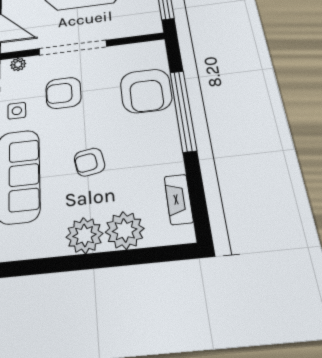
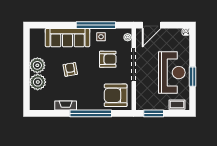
armchair: (146, 91) -> (116, 95), moved
armchair: (63, 93) -> (108, 59), turned 90
fireplace: (179, 199) -> (66, 106), moved

